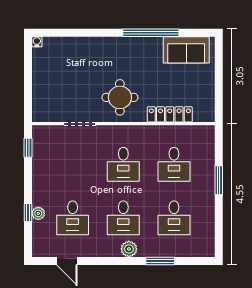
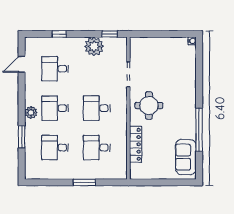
plant: (38, 213) -> (94, 46), moved, width x1.87, depth x1.87

